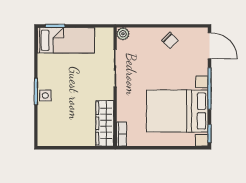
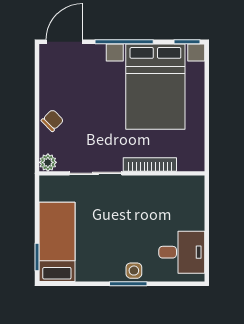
chair: (170, 40) -> (52, 121), moved
wardrobe: (105, 123) -> (173, 188), removed
desk: (59, 130) -> (182, 252), added
bookcase: (121, 134) -> (150, 164), moved, width x1.56

